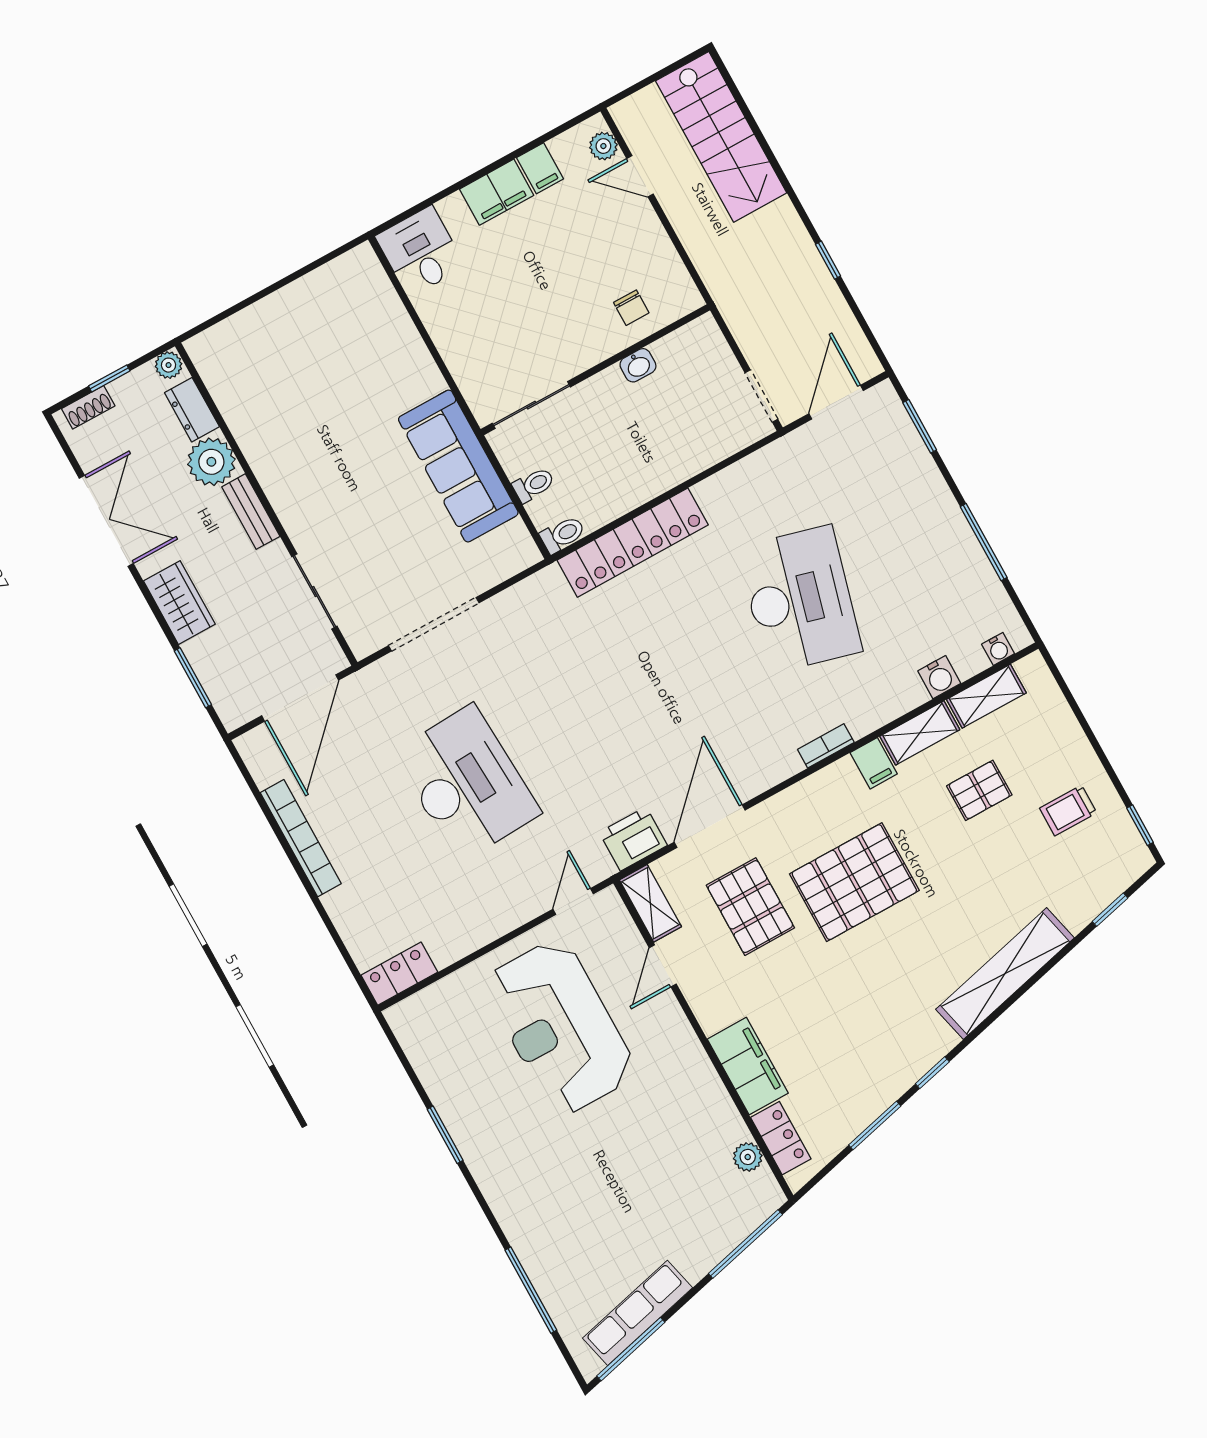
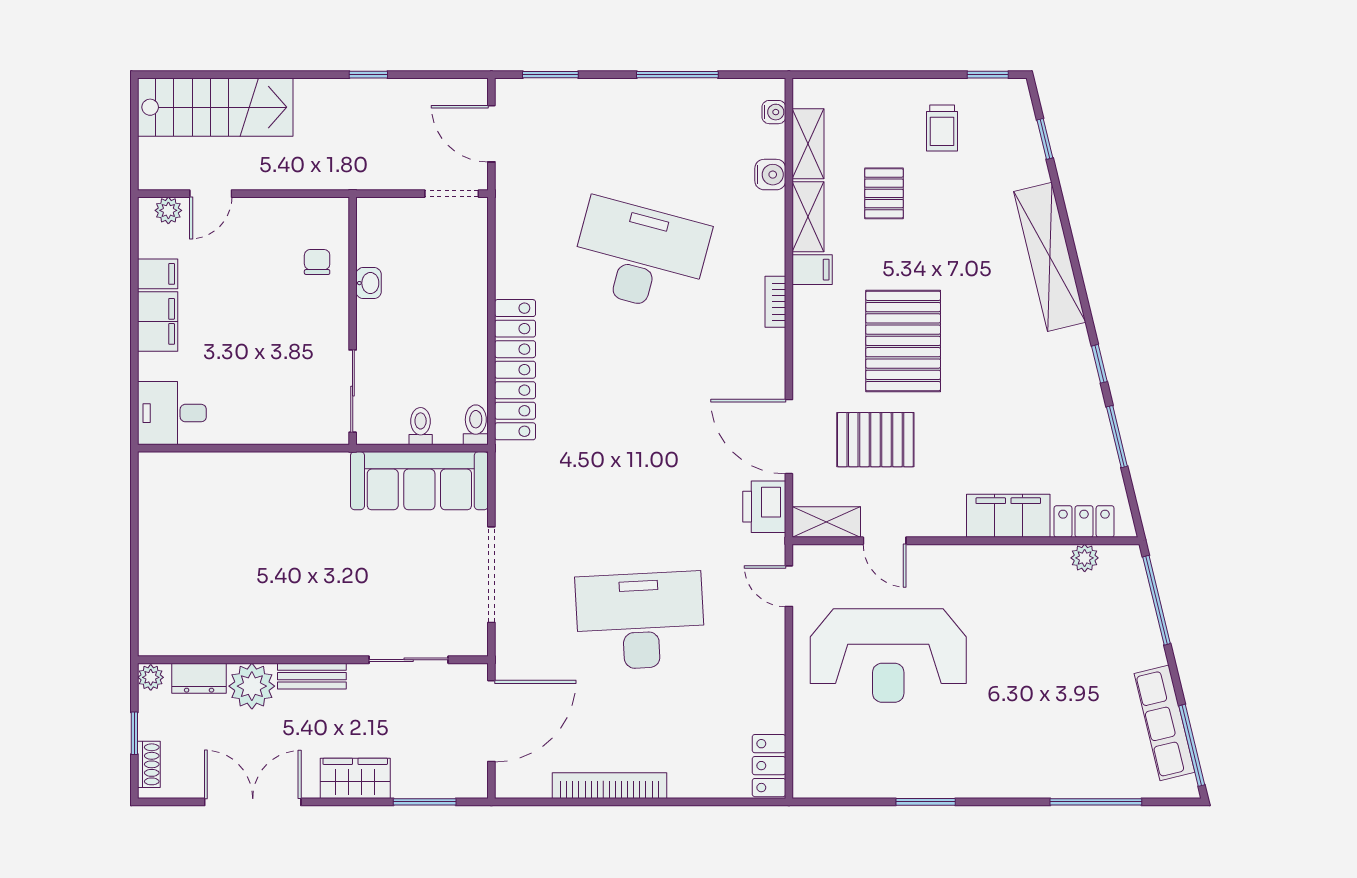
chair: (631, 308) -> (317, 262), turned -90
sofa: (458, 466) -> (419, 481), moved
door: (300, 698) -> (491, 721), hinge flipped

